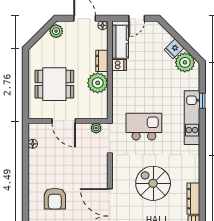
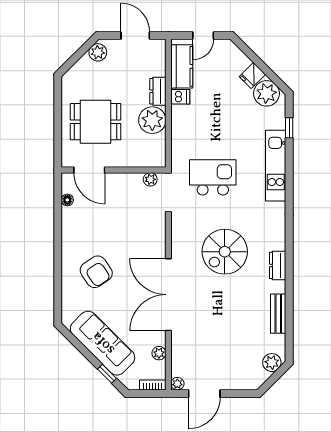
floor lamp: (103, 25) -> (159, 45), removed
window: (202, 101) -> (289, 128), moved
door: (64, 121) -> (89, 170), moved
spiral stairs: (153, 183) -> (225, 252), turned -90
armchair: (55, 199) -> (96, 272), turned -34
dresser: (193, 199) -> (278, 265), width x0.70

